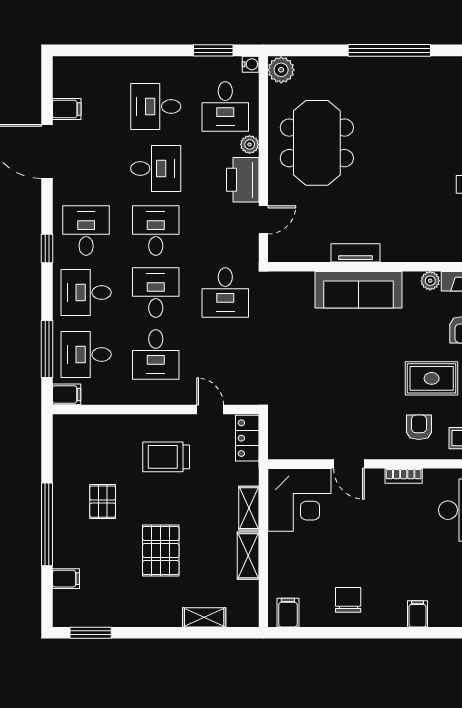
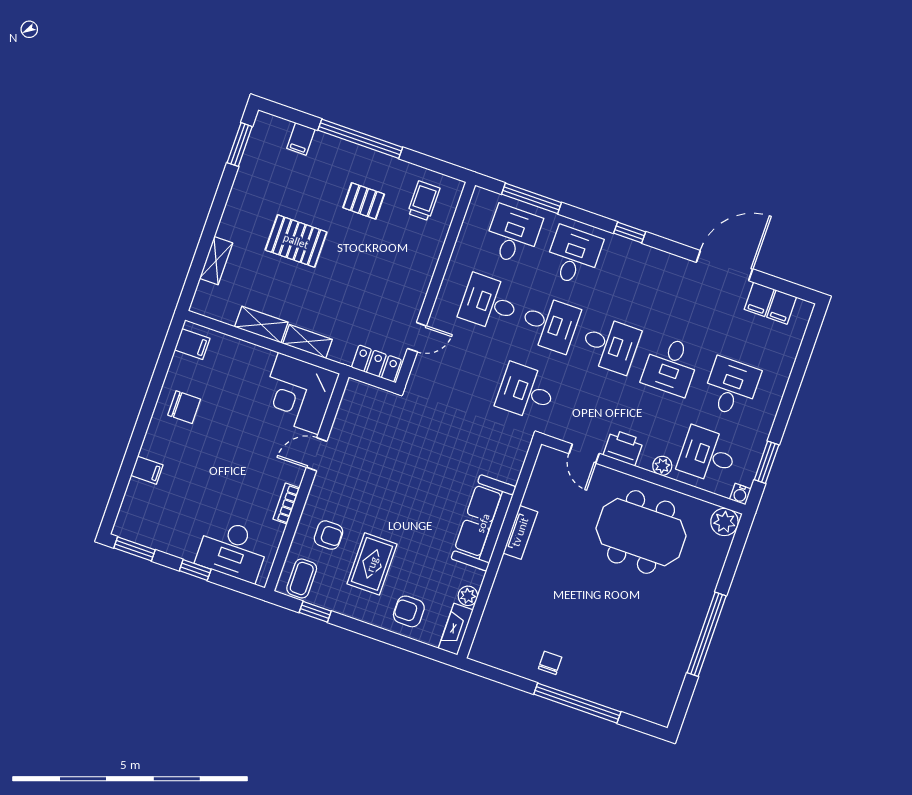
printer: (243, 180) -> (623, 448), width x0.73, depth x0.84
desk: (86, 231) -> (634, 277), removed
filing cabinet: (67, 394) -> (782, 307), moved
trolley: (166, 457) -> (424, 201), moved, width x0.73, depth x0.72

